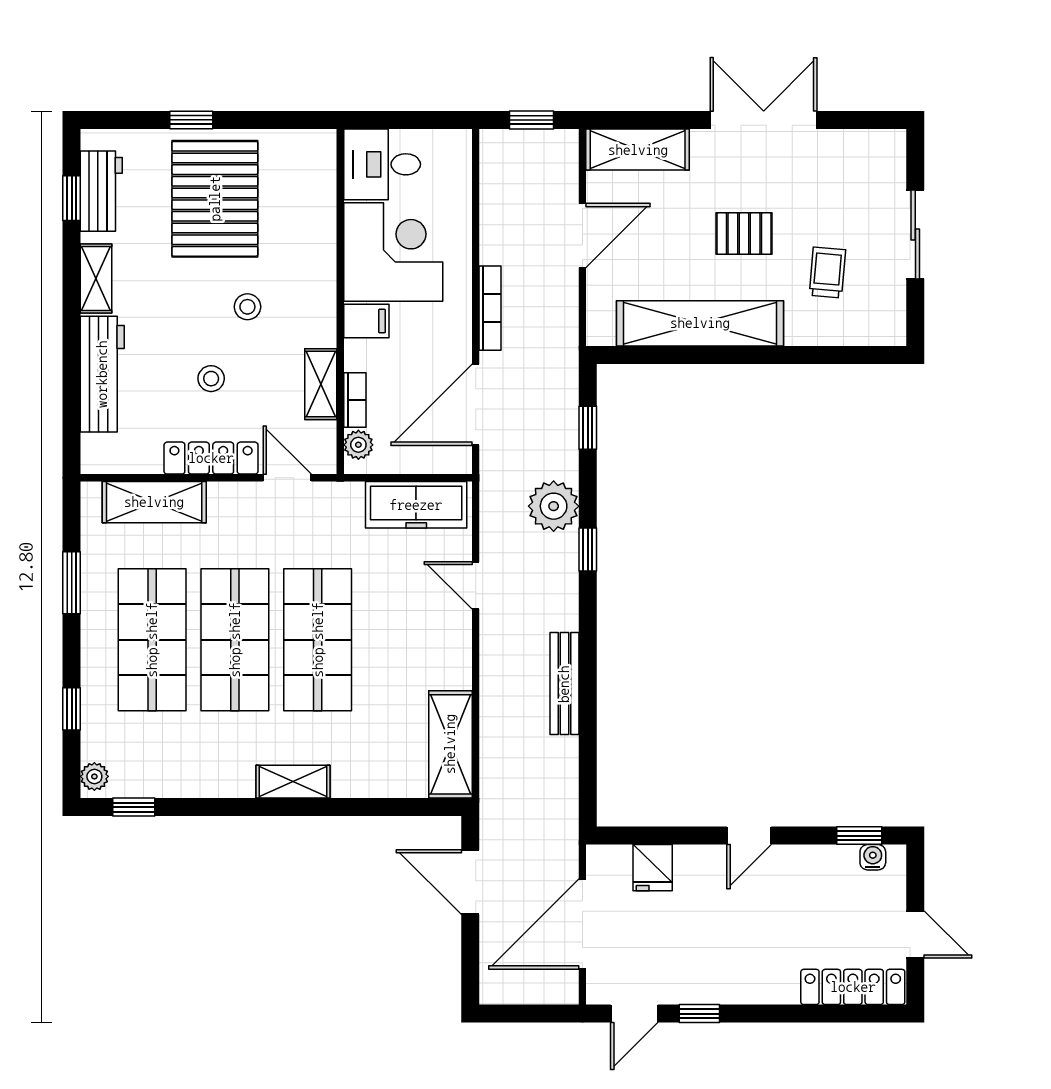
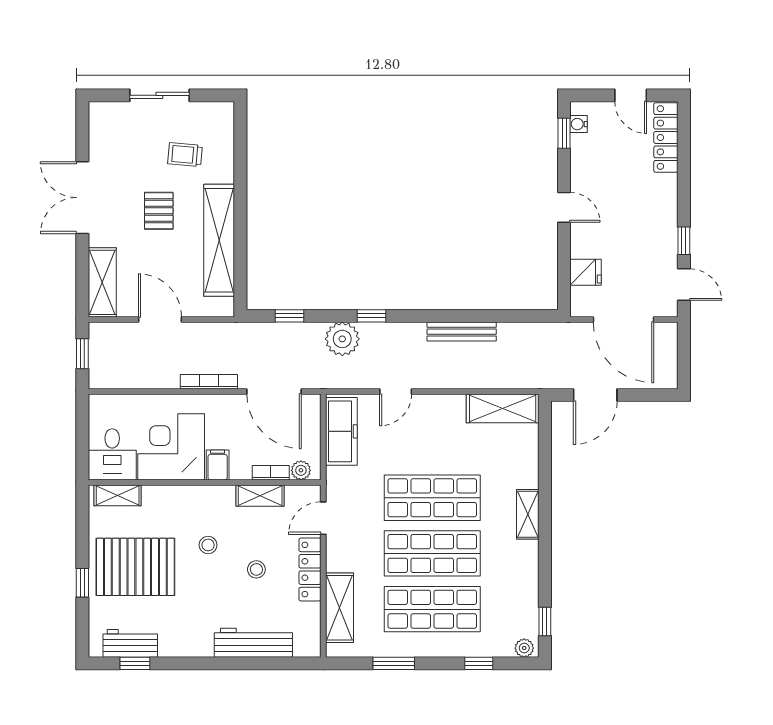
shelving: (96, 279) -> (118, 495), moved
door: (915, 935) -> (631, 95), swing flipped

